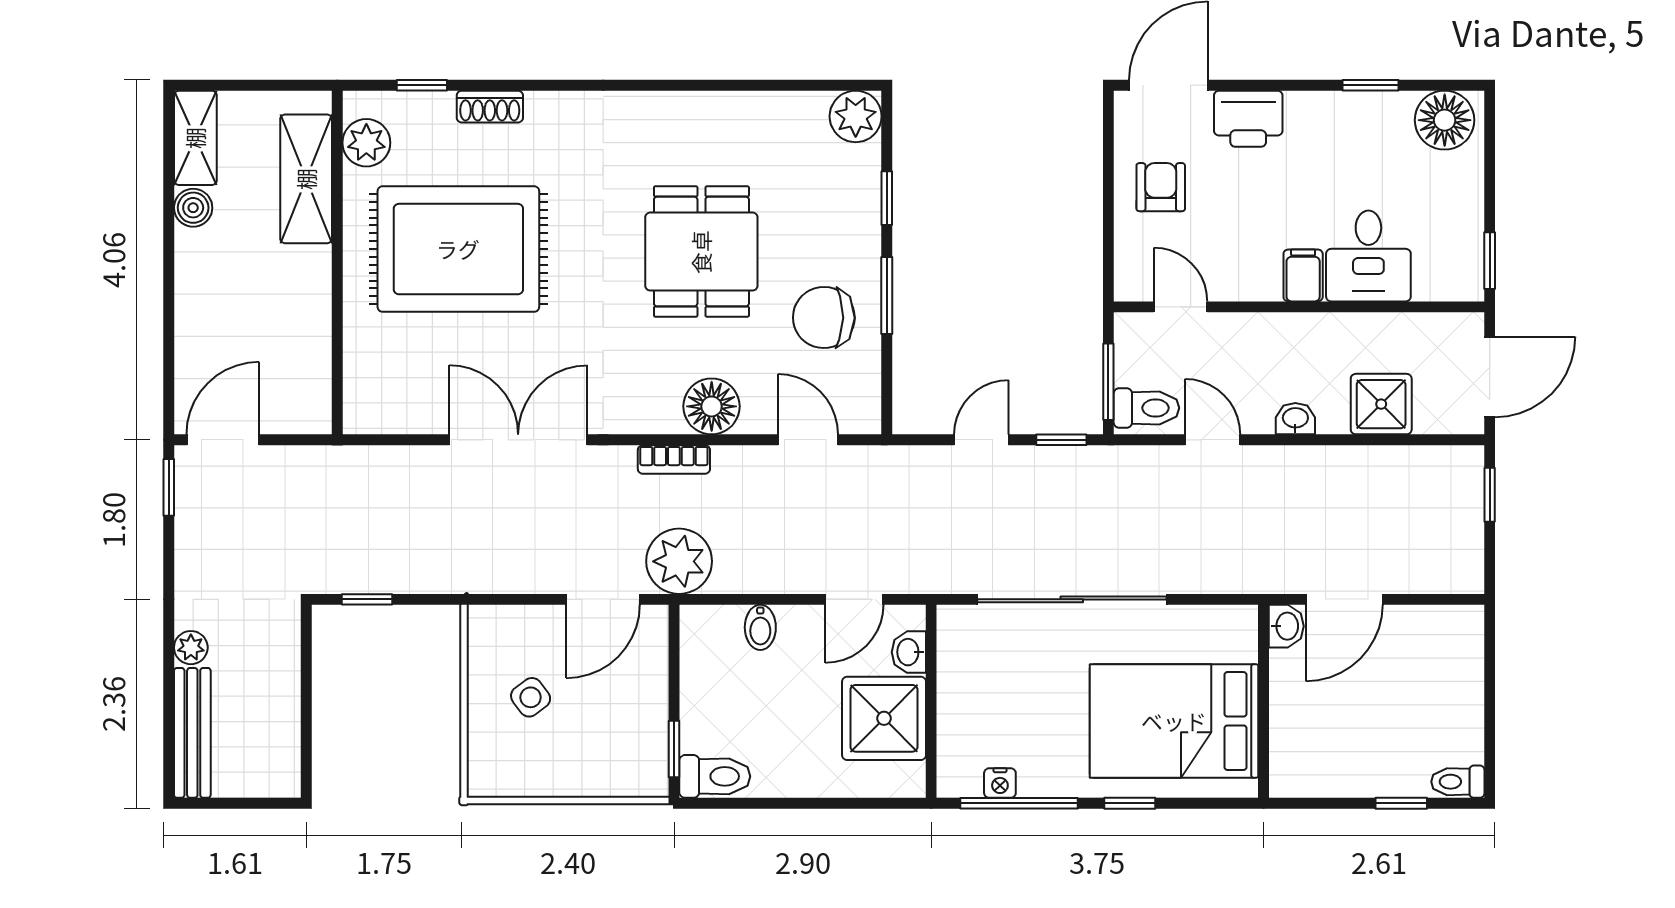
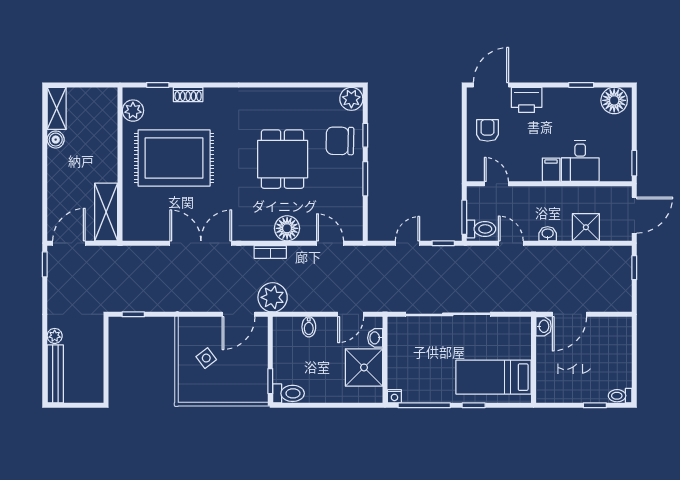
shelving: (306, 179) -> (106, 212), moved
chair: (824, 317) -> (340, 141), moved
bed: (1174, 721) -> (493, 377), width x0.67
nightstand: (1000, 783) -> (394, 396), moved

